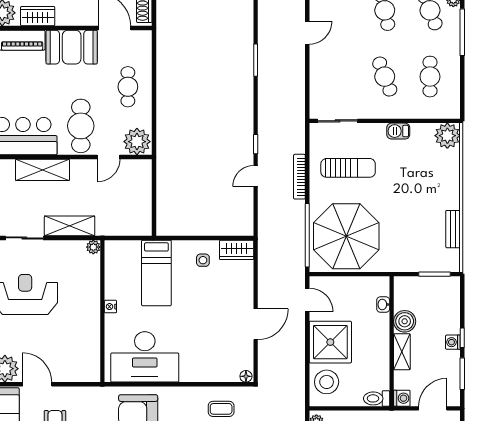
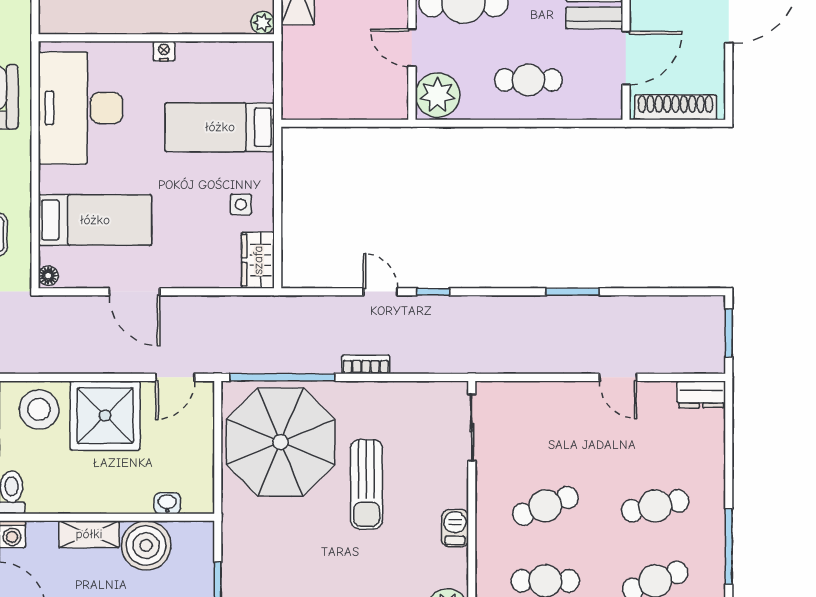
sun lounger: (348, 168) -> (366, 484), moved
bookcase: (299, 177) -> (366, 364), width x0.64
boiler: (405, 321) -> (146, 545), width x1.37, depth x1.37
bed: (212, 348) -> (95, 220), added

